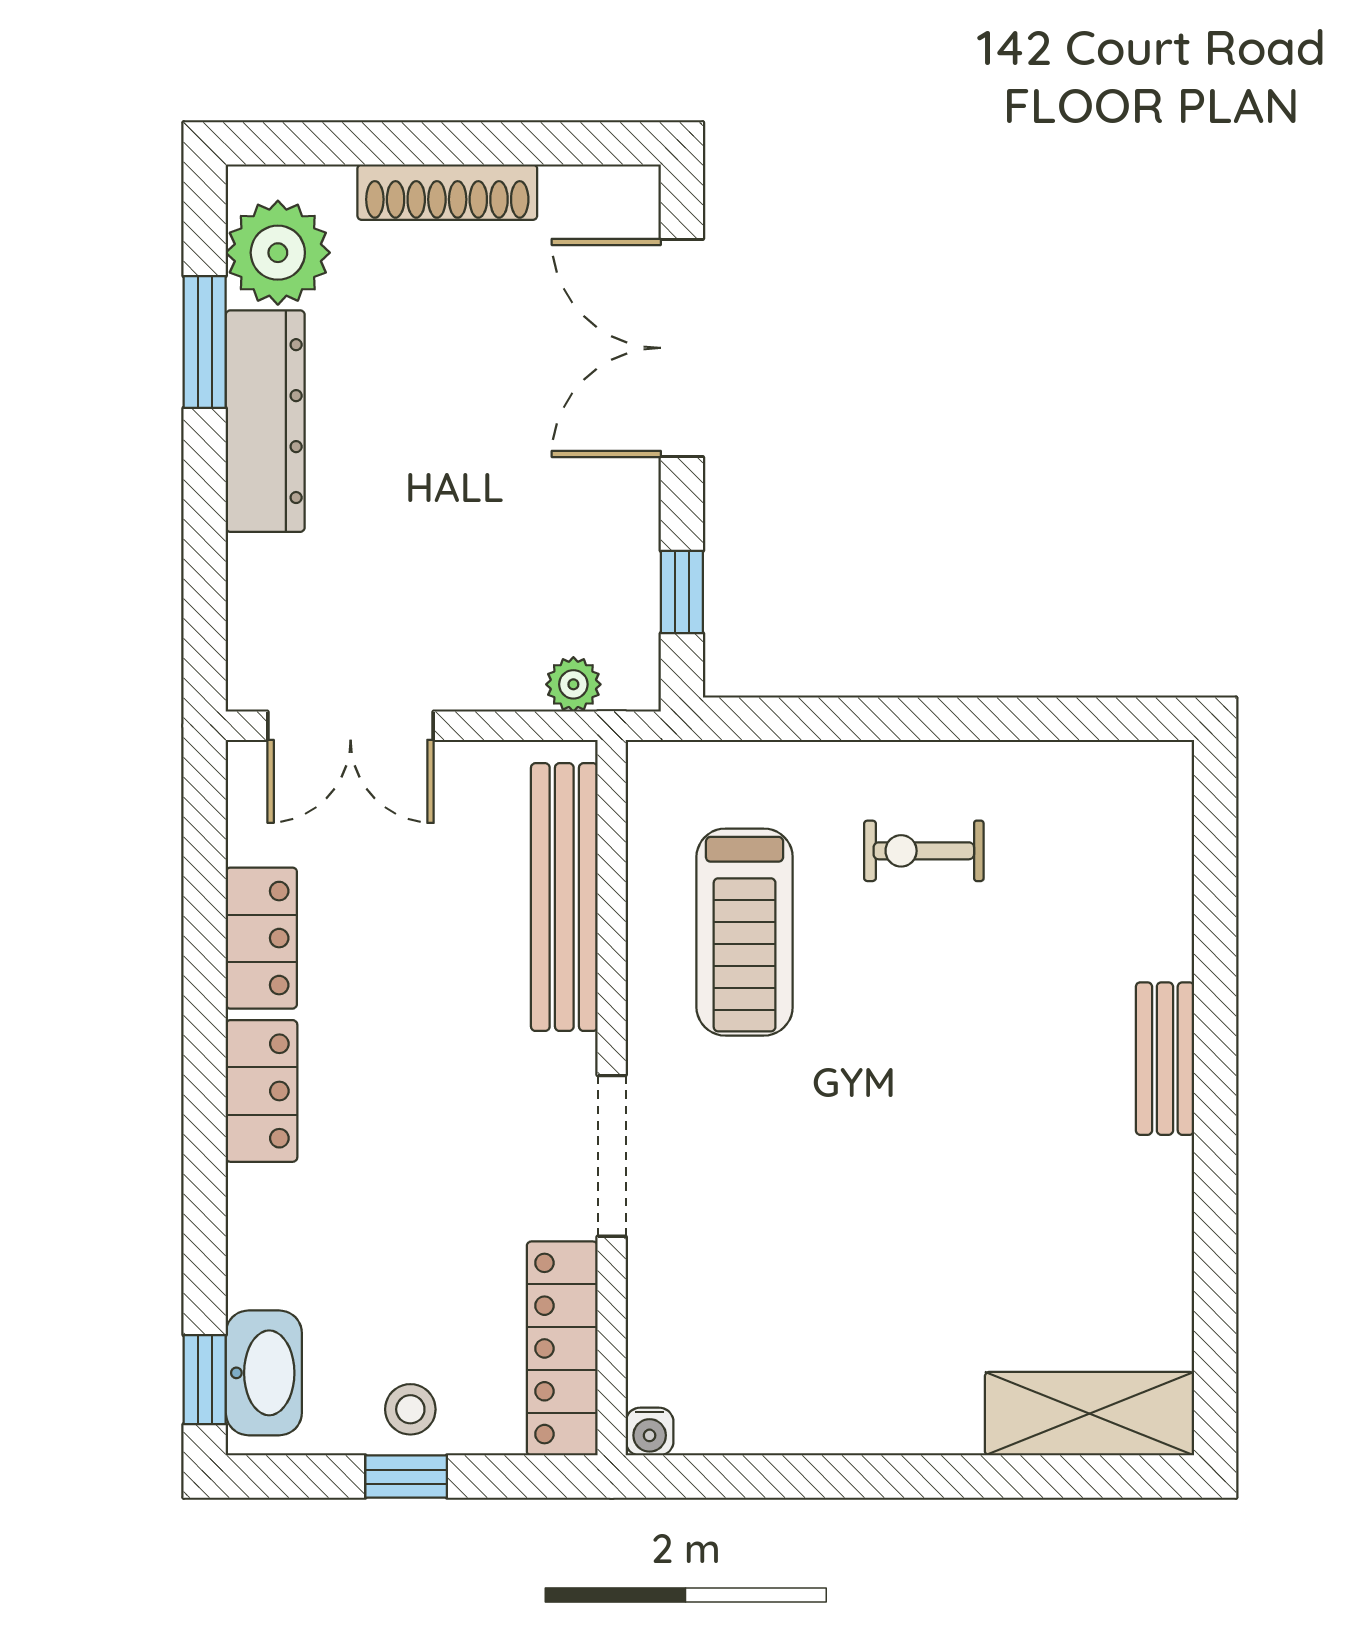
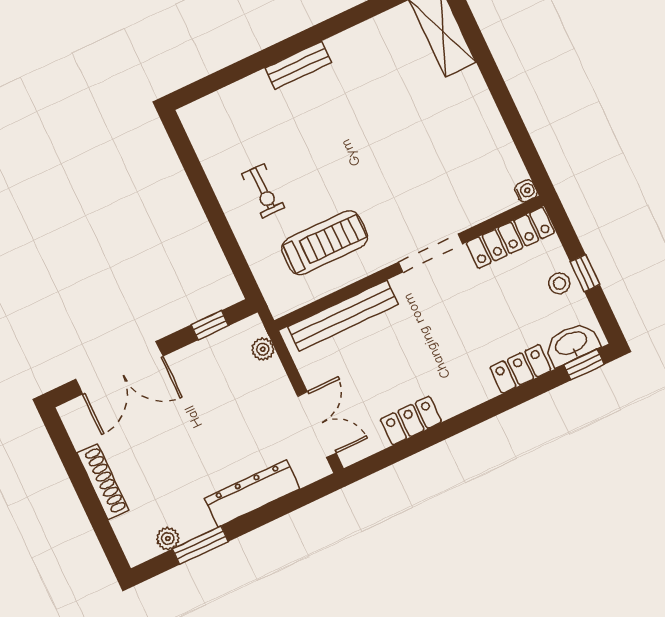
plant: (278, 253) -> (168, 538), width x0.53, depth x0.53
dresser: (265, 421) -> (252, 493), moved
locker: (262, 1091) -> (520, 369), moved

